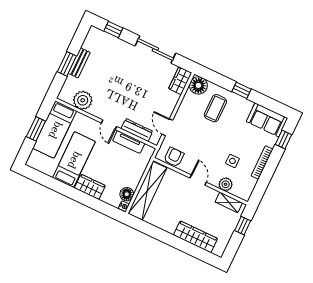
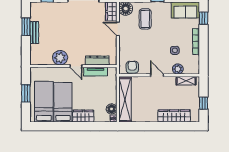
window: (67, 64) -> (26, 27), moved
plant: (83, 100) -> (60, 58), moved
door: (167, 127) -> (118, 29), moved
bed: (55, 130) -> (44, 102), moved, turned 180
window: (243, 226) -> (204, 103), moved

